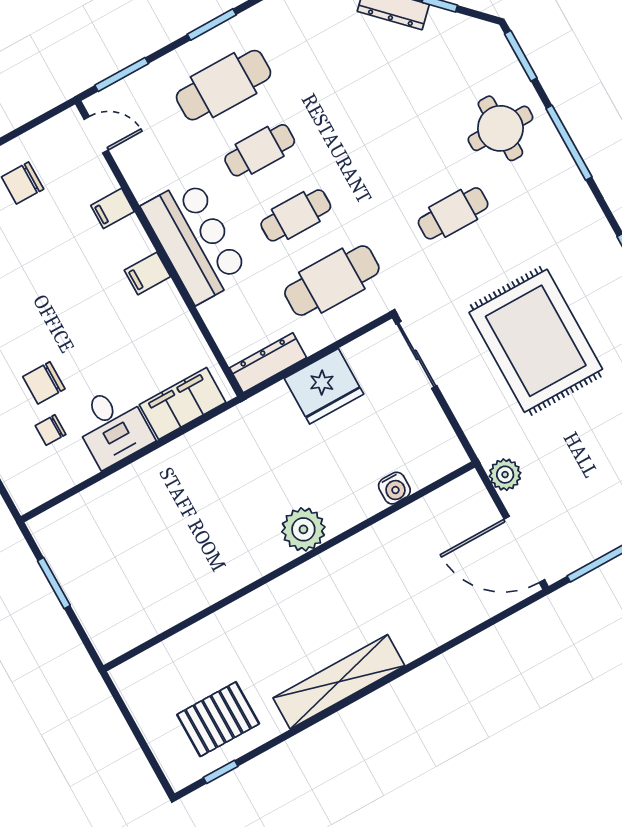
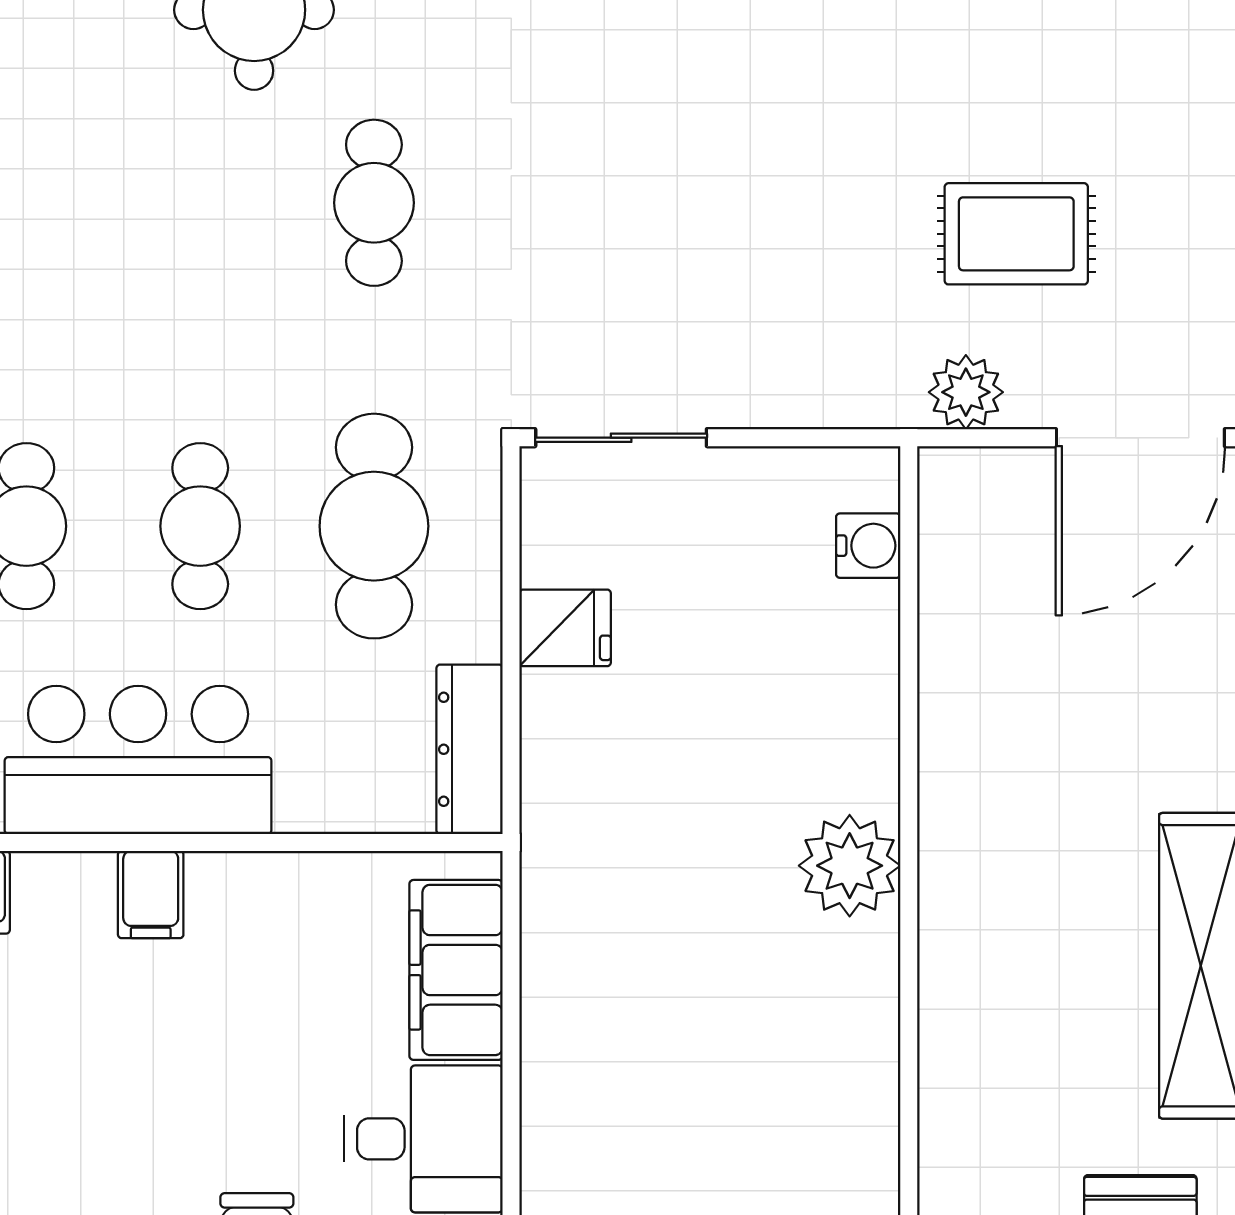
rug: (536, 341) -> (1016, 234), moved, width x0.54, depth x0.49
fridge: (324, 386) -> (565, 628), width x0.53, depth x0.75
water cooler: (394, 488) -> (868, 546), moved

